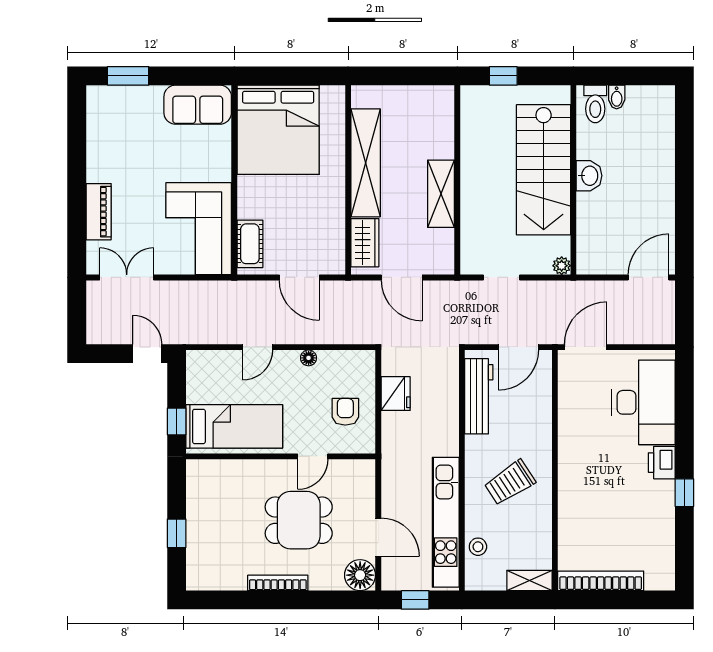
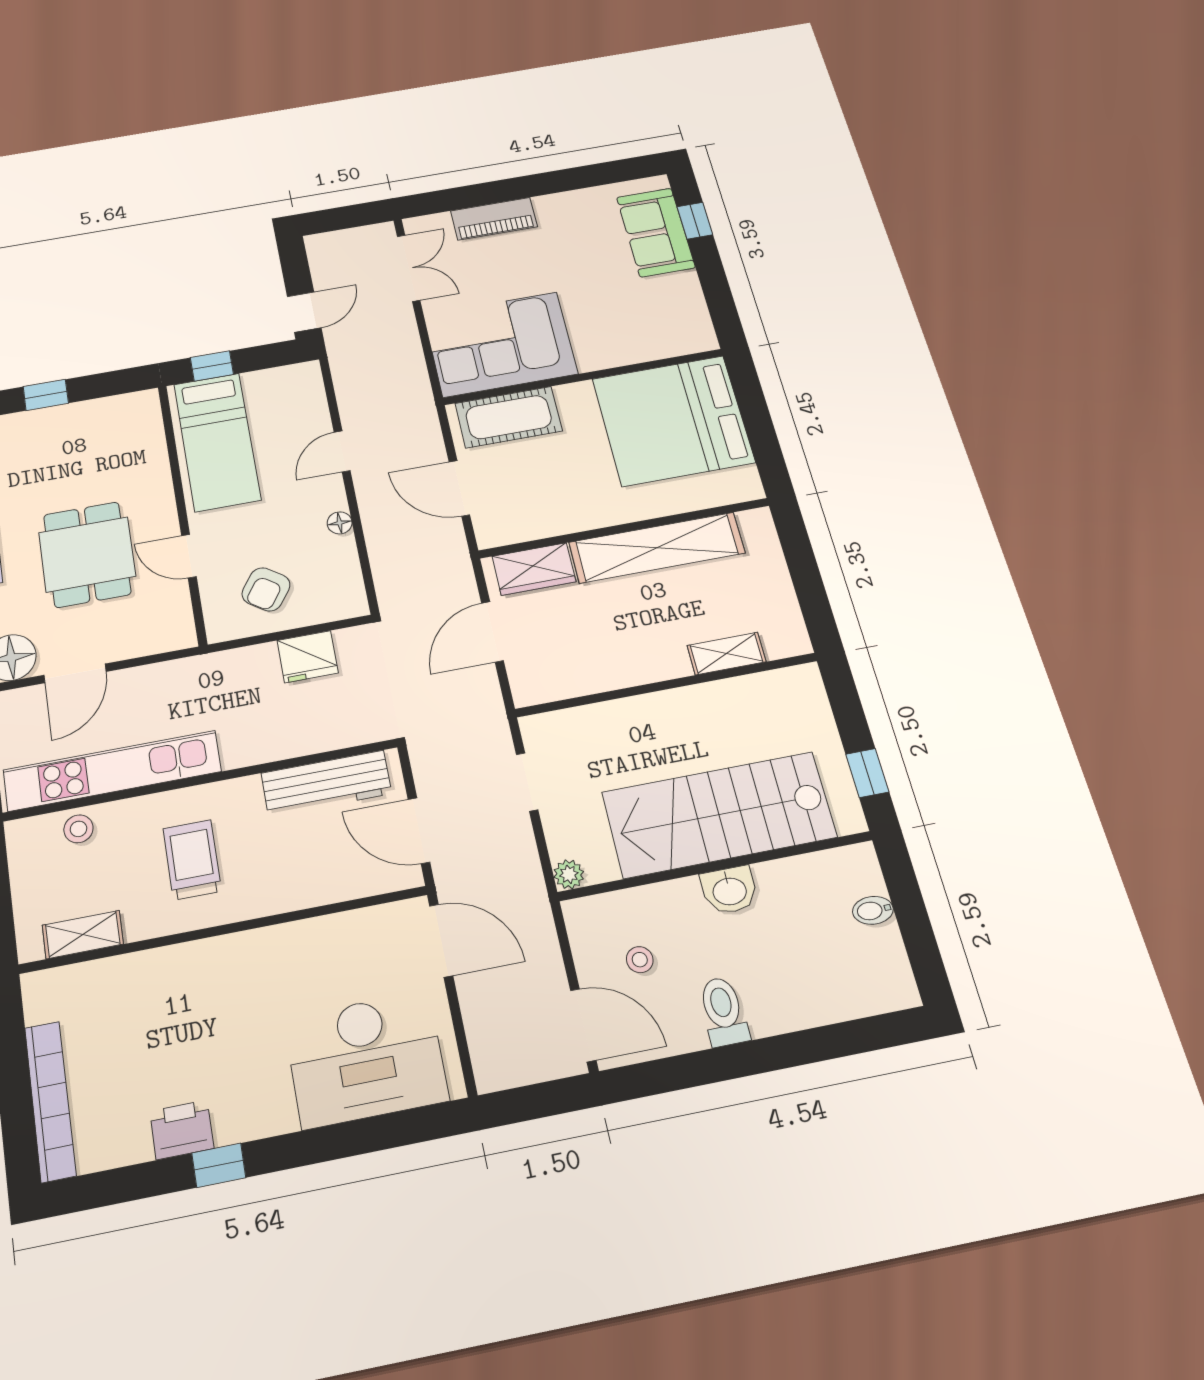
window: (128, 76) -> (695, 221), width x0.67
window: (503, 76) -> (867, 773), moved
toilet: (595, 104) -> (723, 1011), moved, turned 90
sofa: (198, 105) -> (656, 232), moved
shelving: (441, 194) -> (726, 654), moved, width x0.67, depth x0.75
stool: (619, 237) -> (640, 960), added
cot: (250, 244) -> (509, 417), width x1.37, depth x1.34
door: (299, 277) -> (459, 488), hinge flipped
door: (258, 347) -> (342, 451), hinge flipped
armchair: (345, 412) -> (266, 589), turned 125
printer: (662, 463) -> (182, 1130), moved
trolley: (510, 483) -> (192, 860), turned 33
shelving: (529, 580) -> (83, 935), moved, turned 90
bookcase: (601, 581) -> (50, 1101), moved

